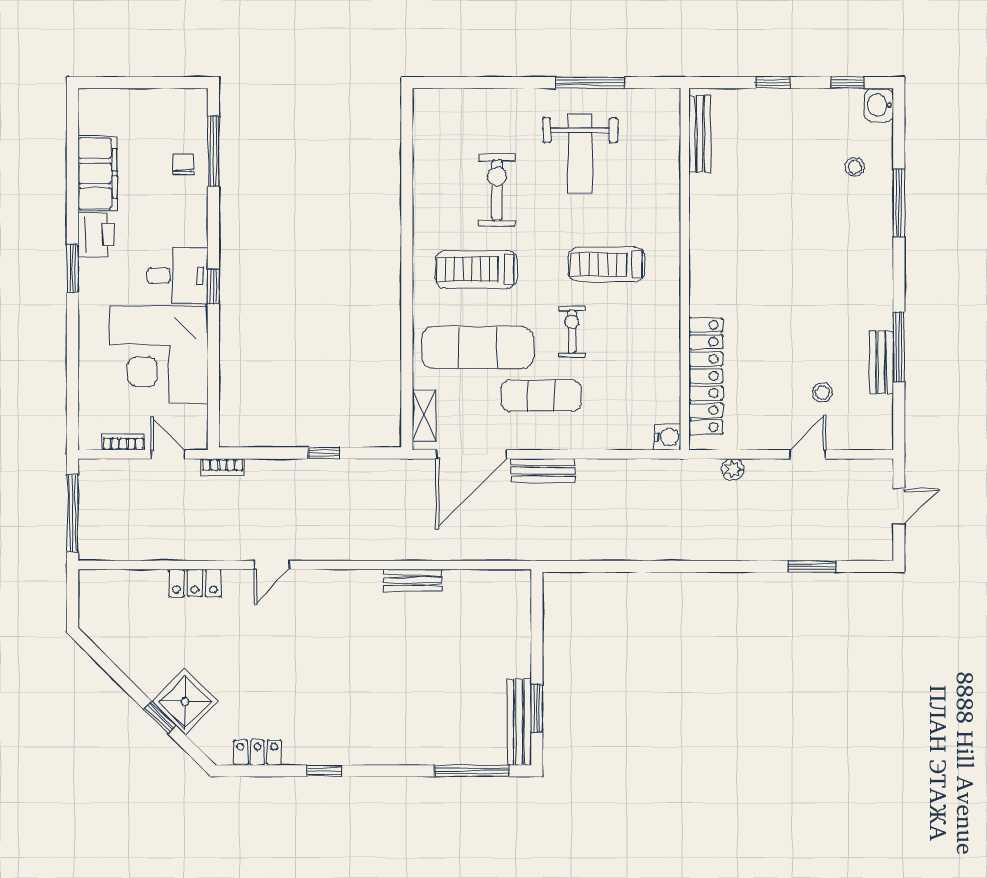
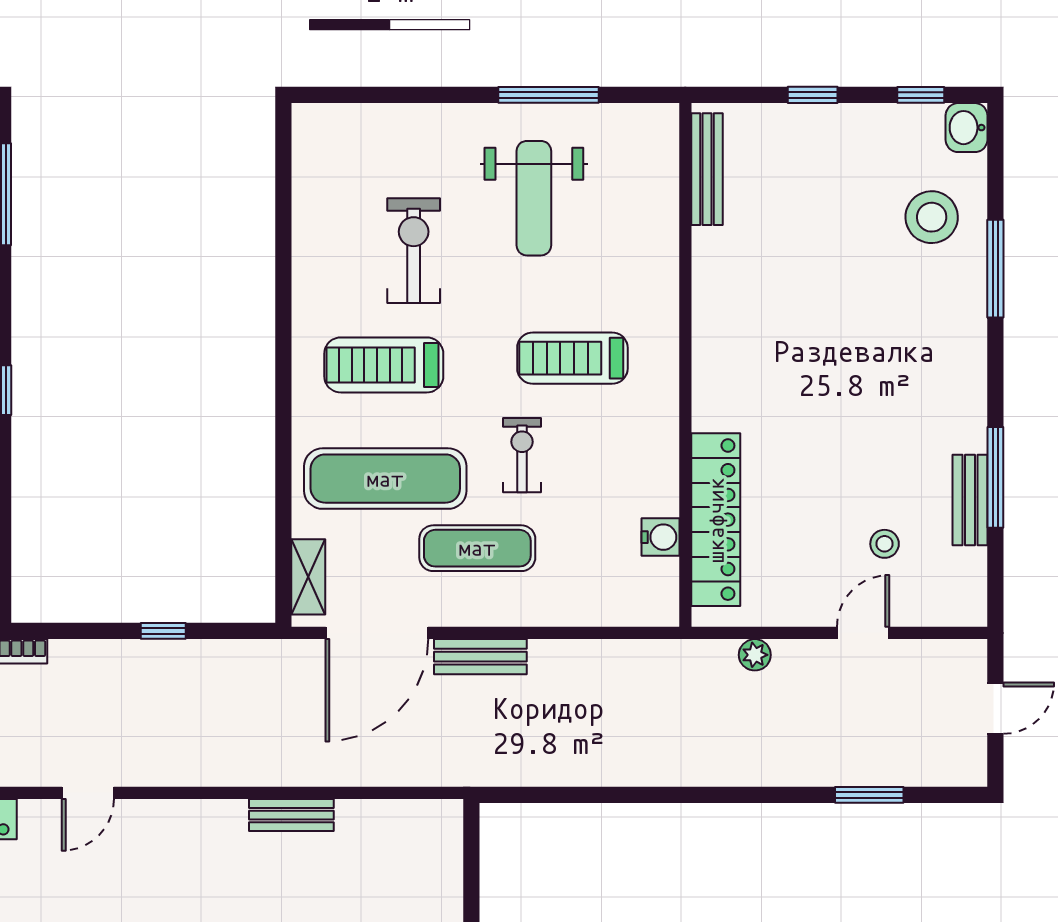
stool: (855, 167) -> (932, 217), width x1.89, depth x1.89
water cooler: (667, 437) -> (660, 537), moved

